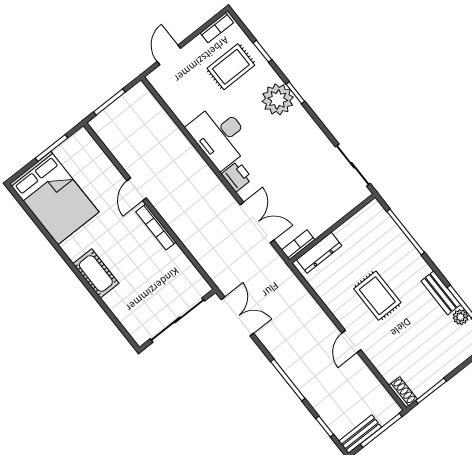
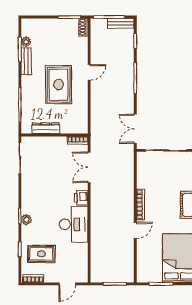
plant: (278, 99) -> (26, 220), width x0.53, depth x0.53
dresser: (319, 253) -> (46, 128), moved
rug: (377, 296) -> (59, 85), width x1.36, depth x1.43

